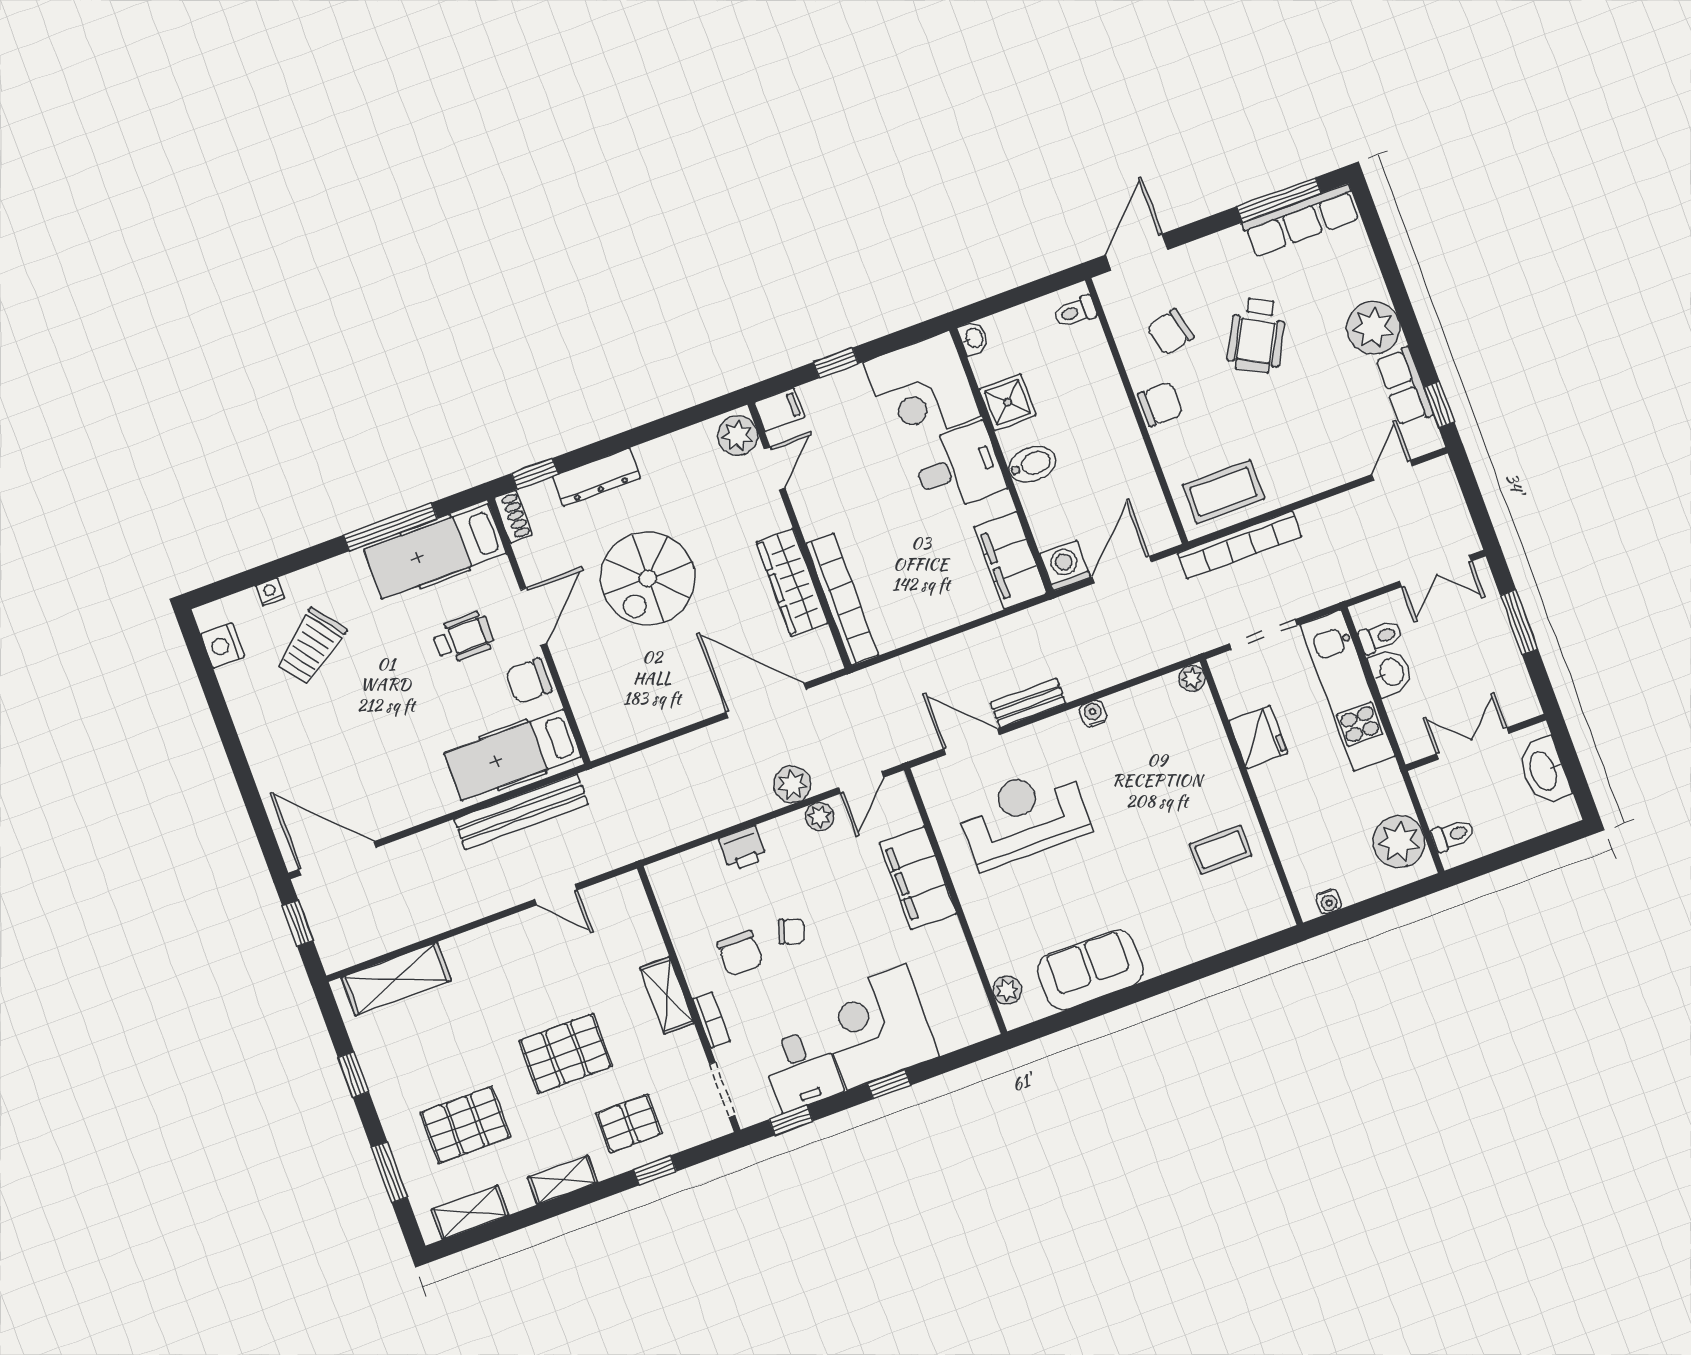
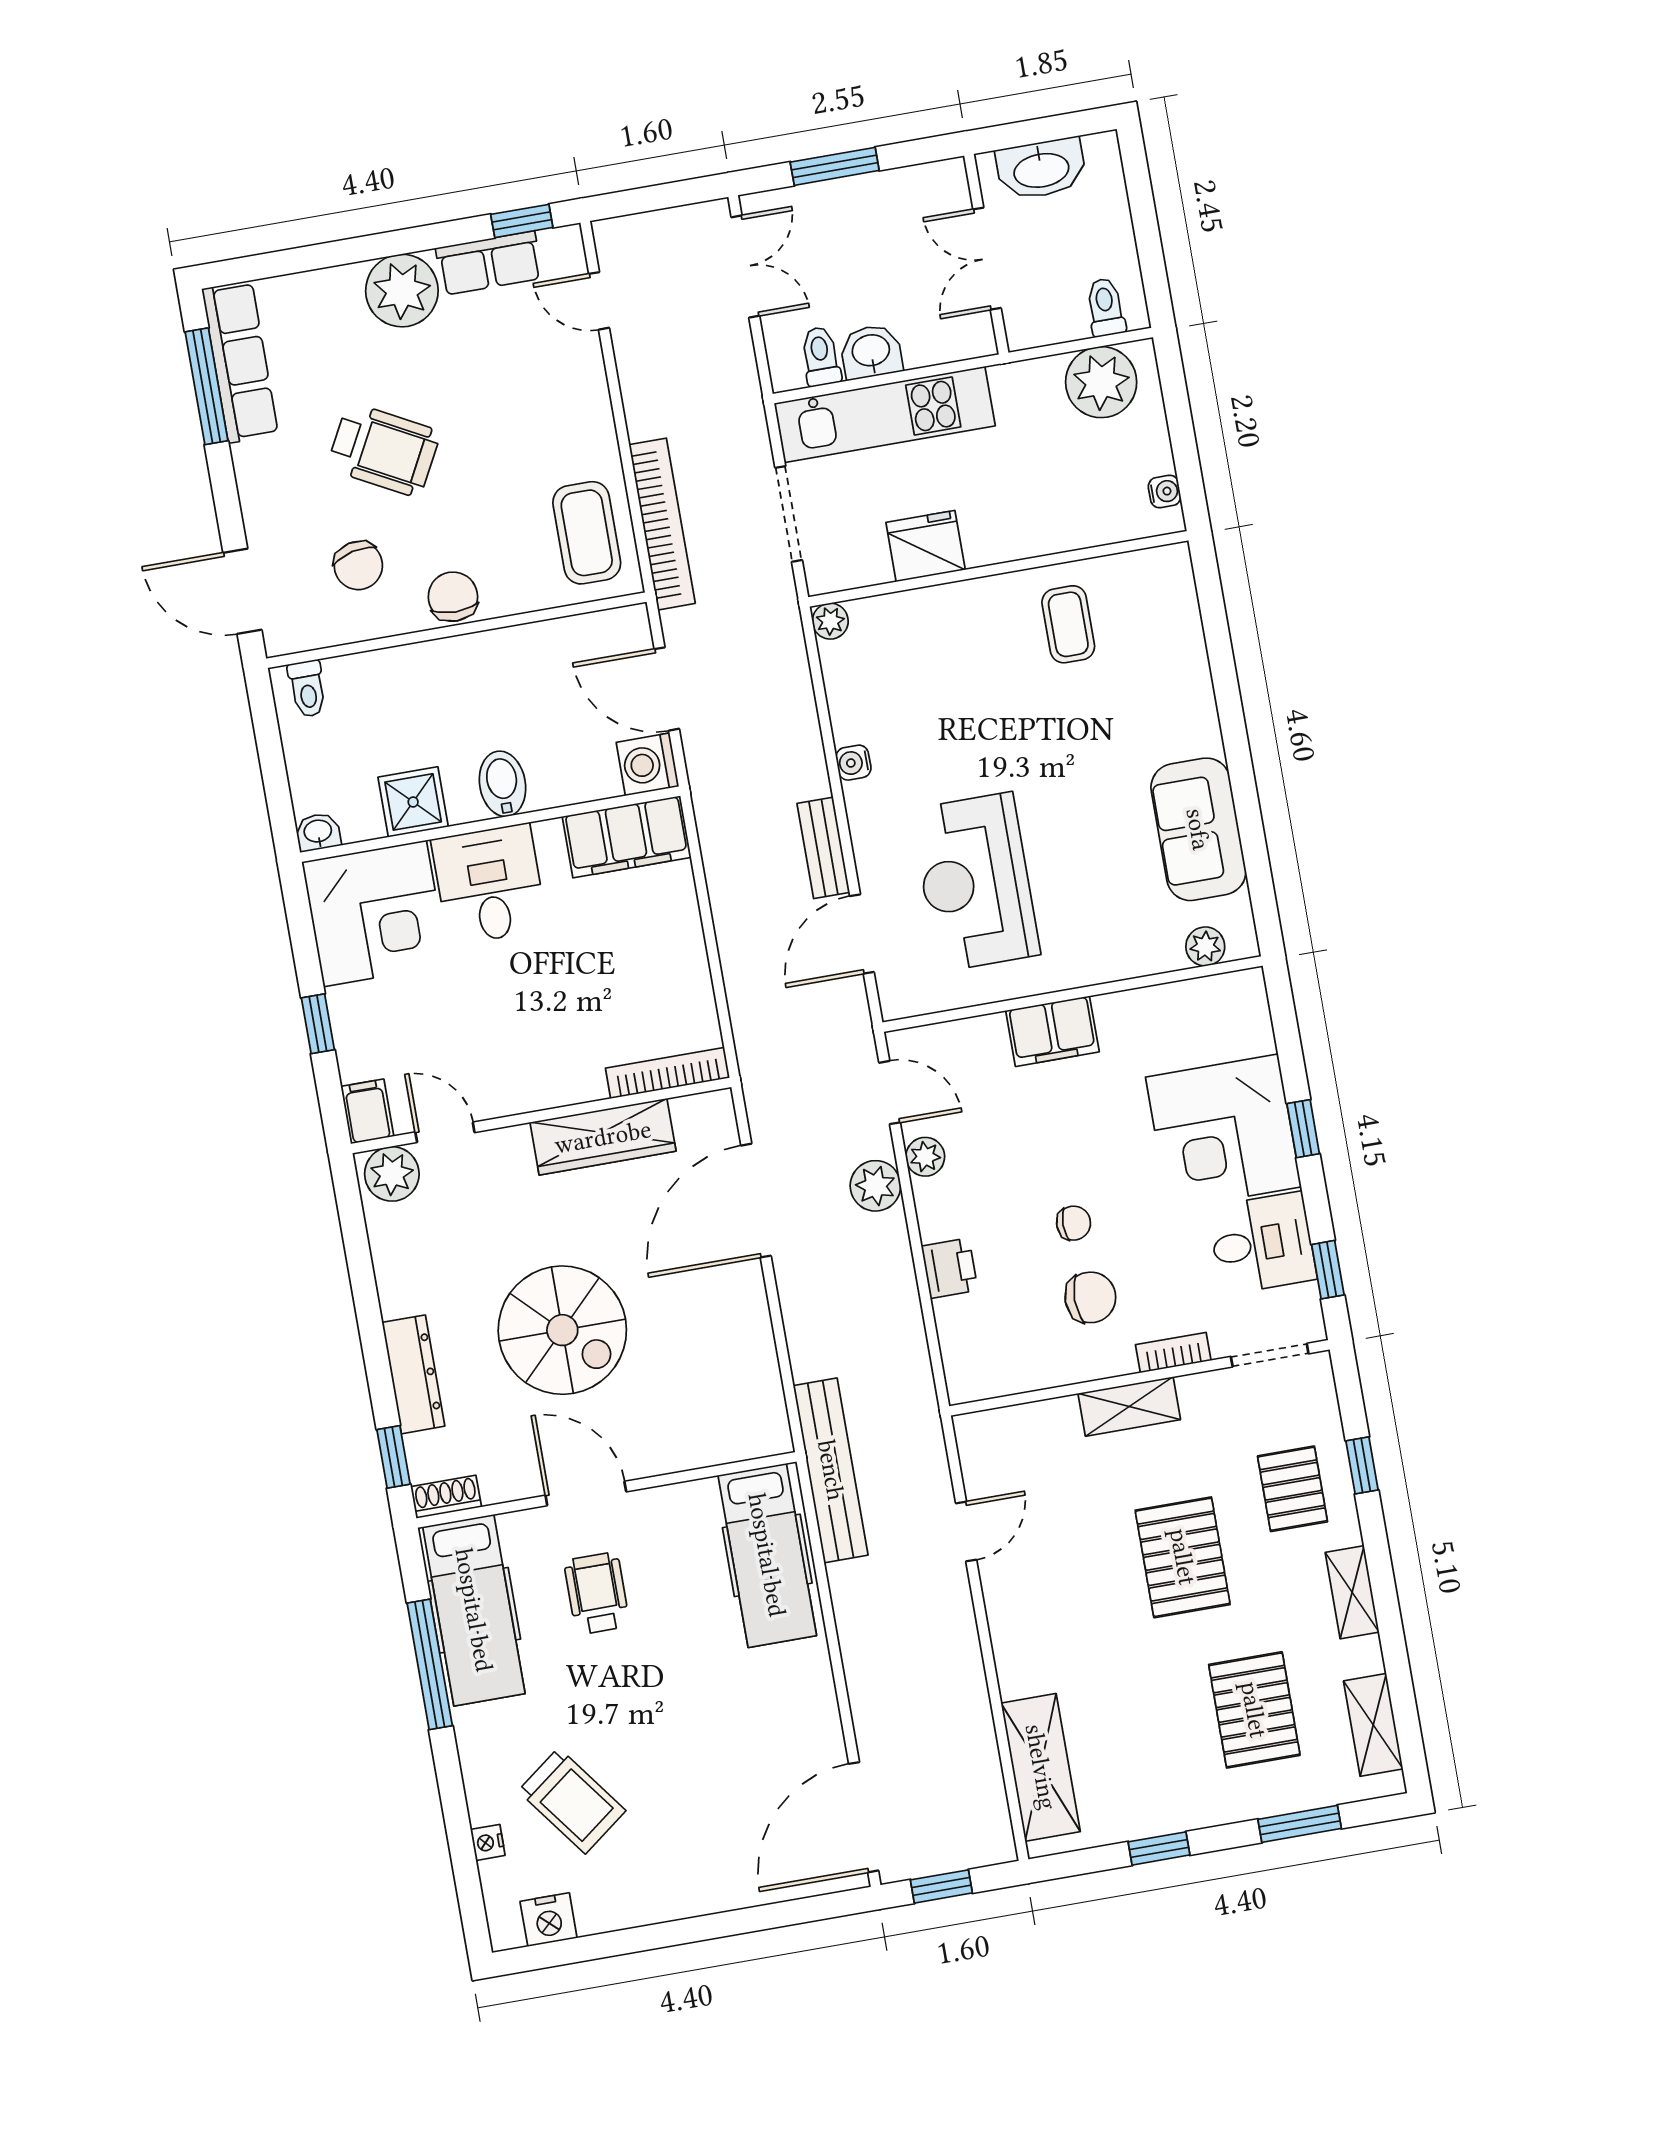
bookcase: (842, 599) -> (668, 1073), width x0.68, depth x0.76
chair: (529, 681) -> (671, 1516), removed
bench: (521, 812) -> (831, 1470), moved
filing cabinet: (918, 878) -> (1052, 1031), width x0.67, depth x0.86
chair: (791, 932) -> (1074, 1223), turned 71

